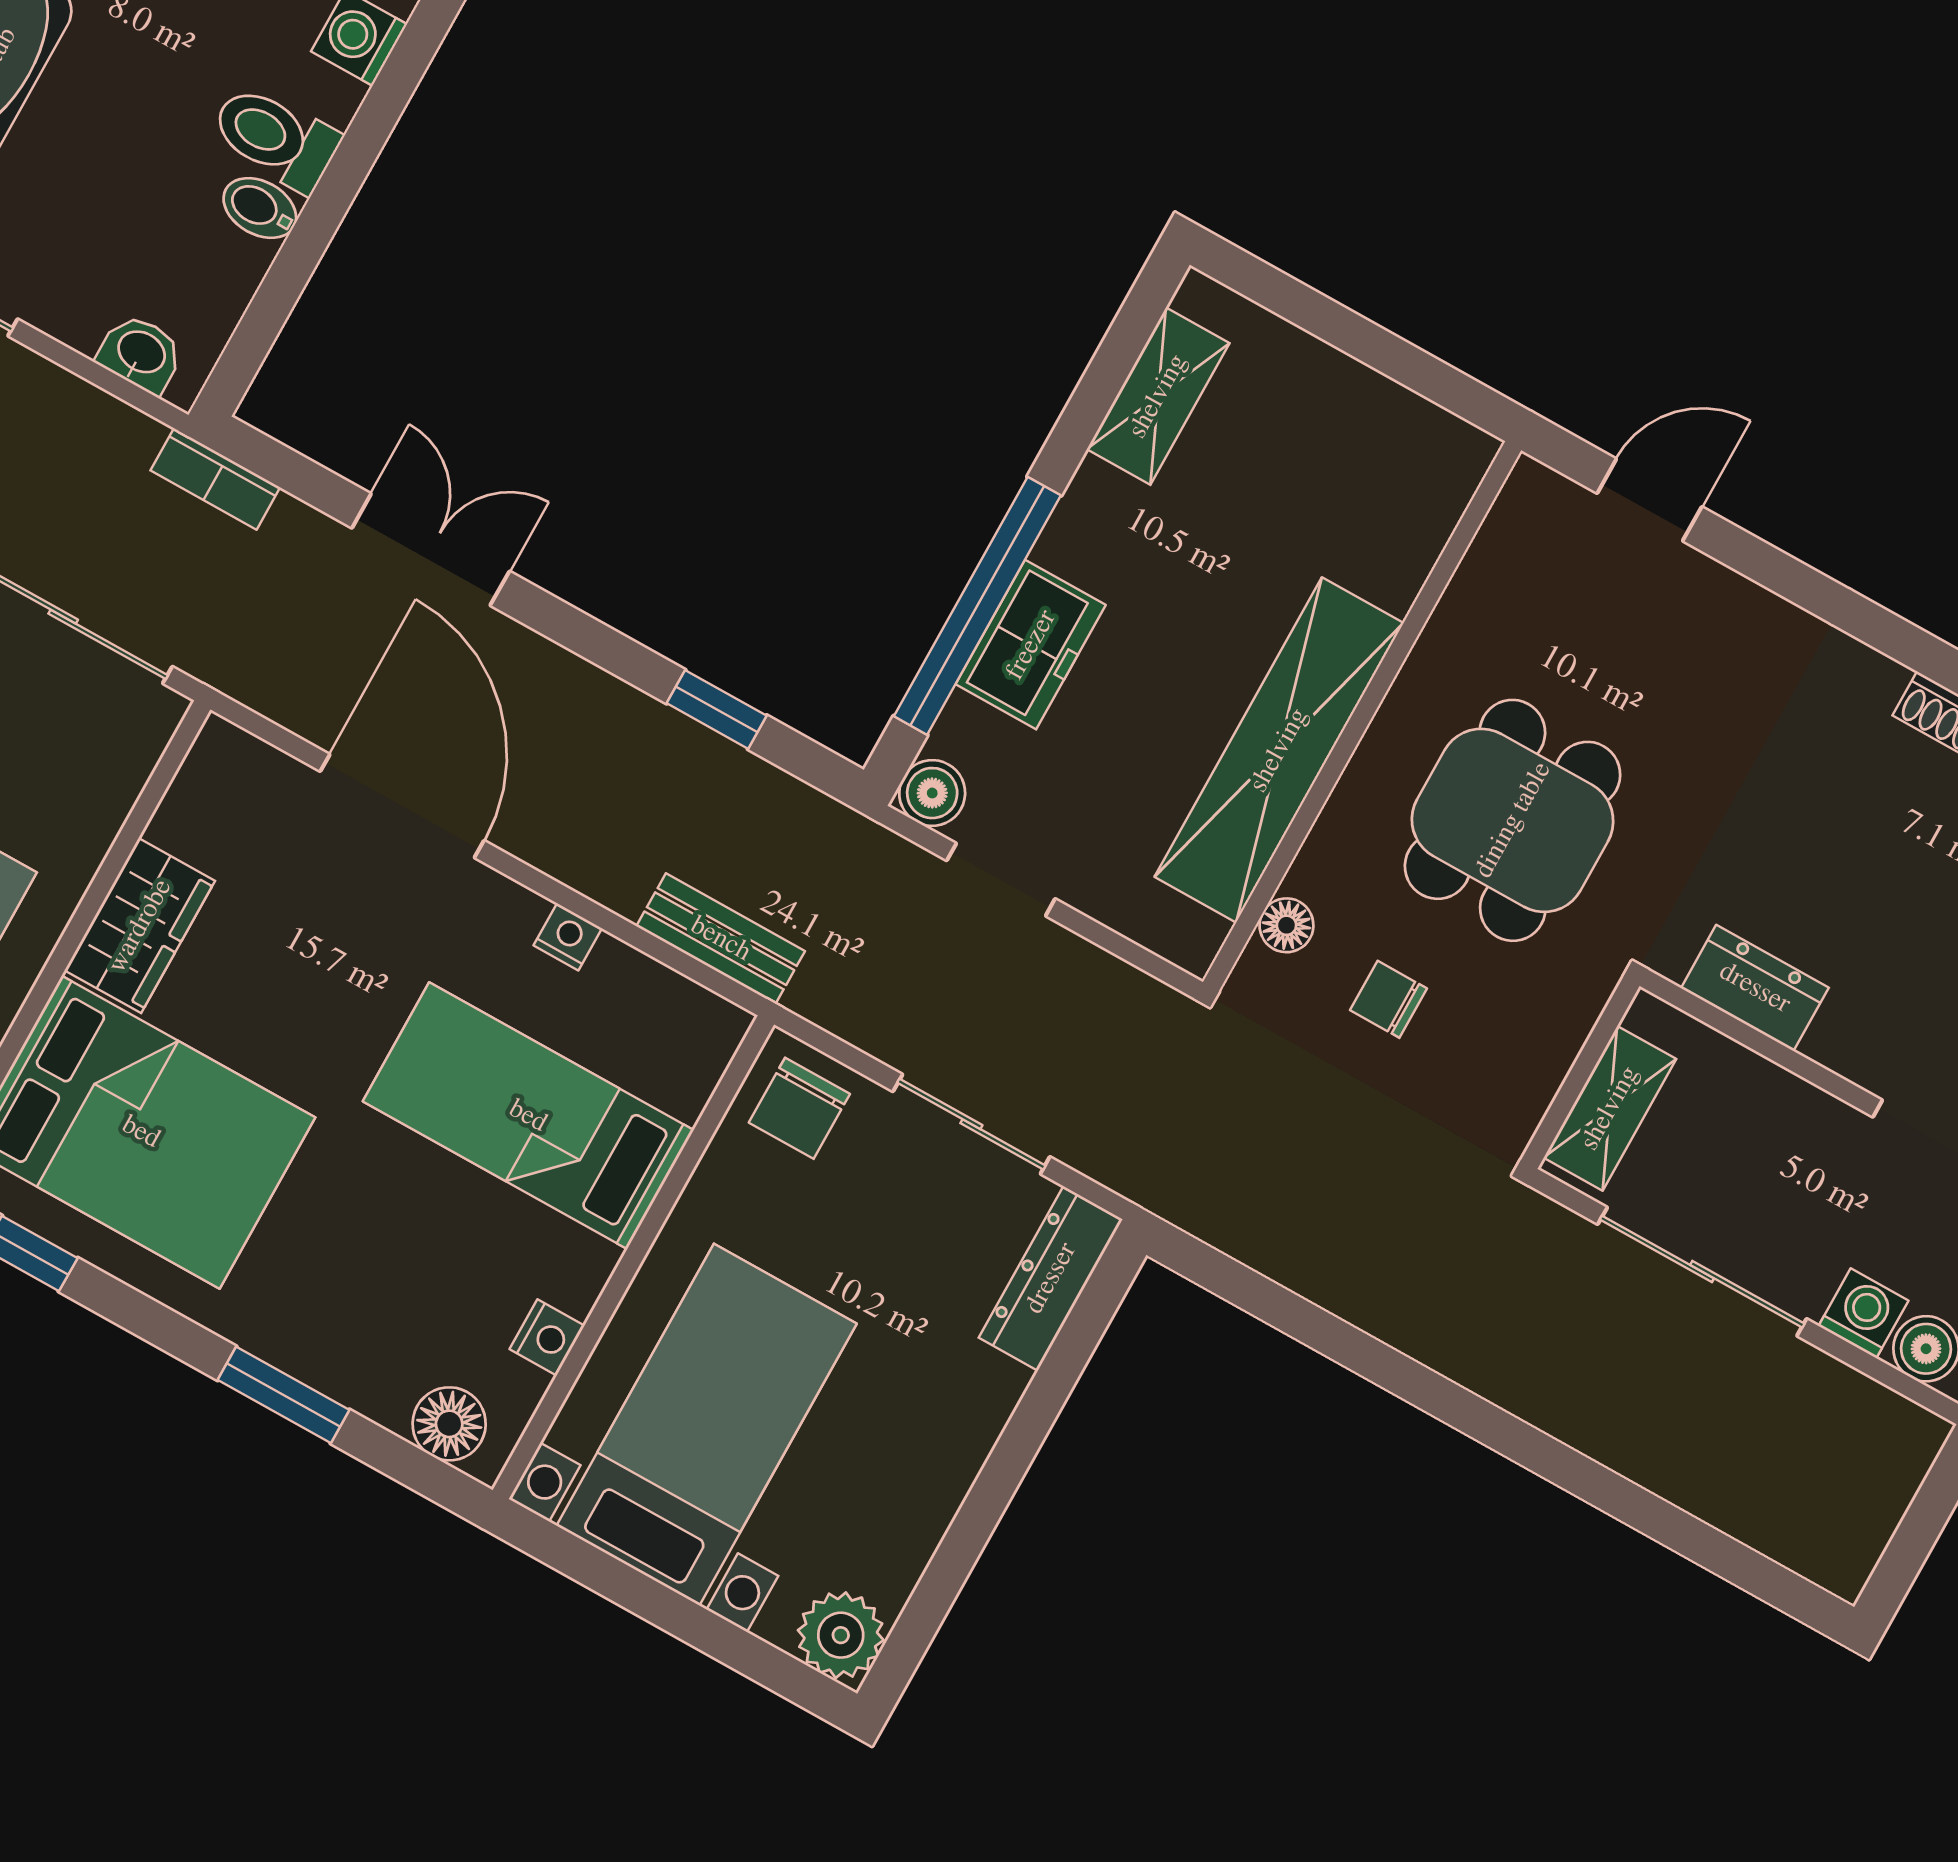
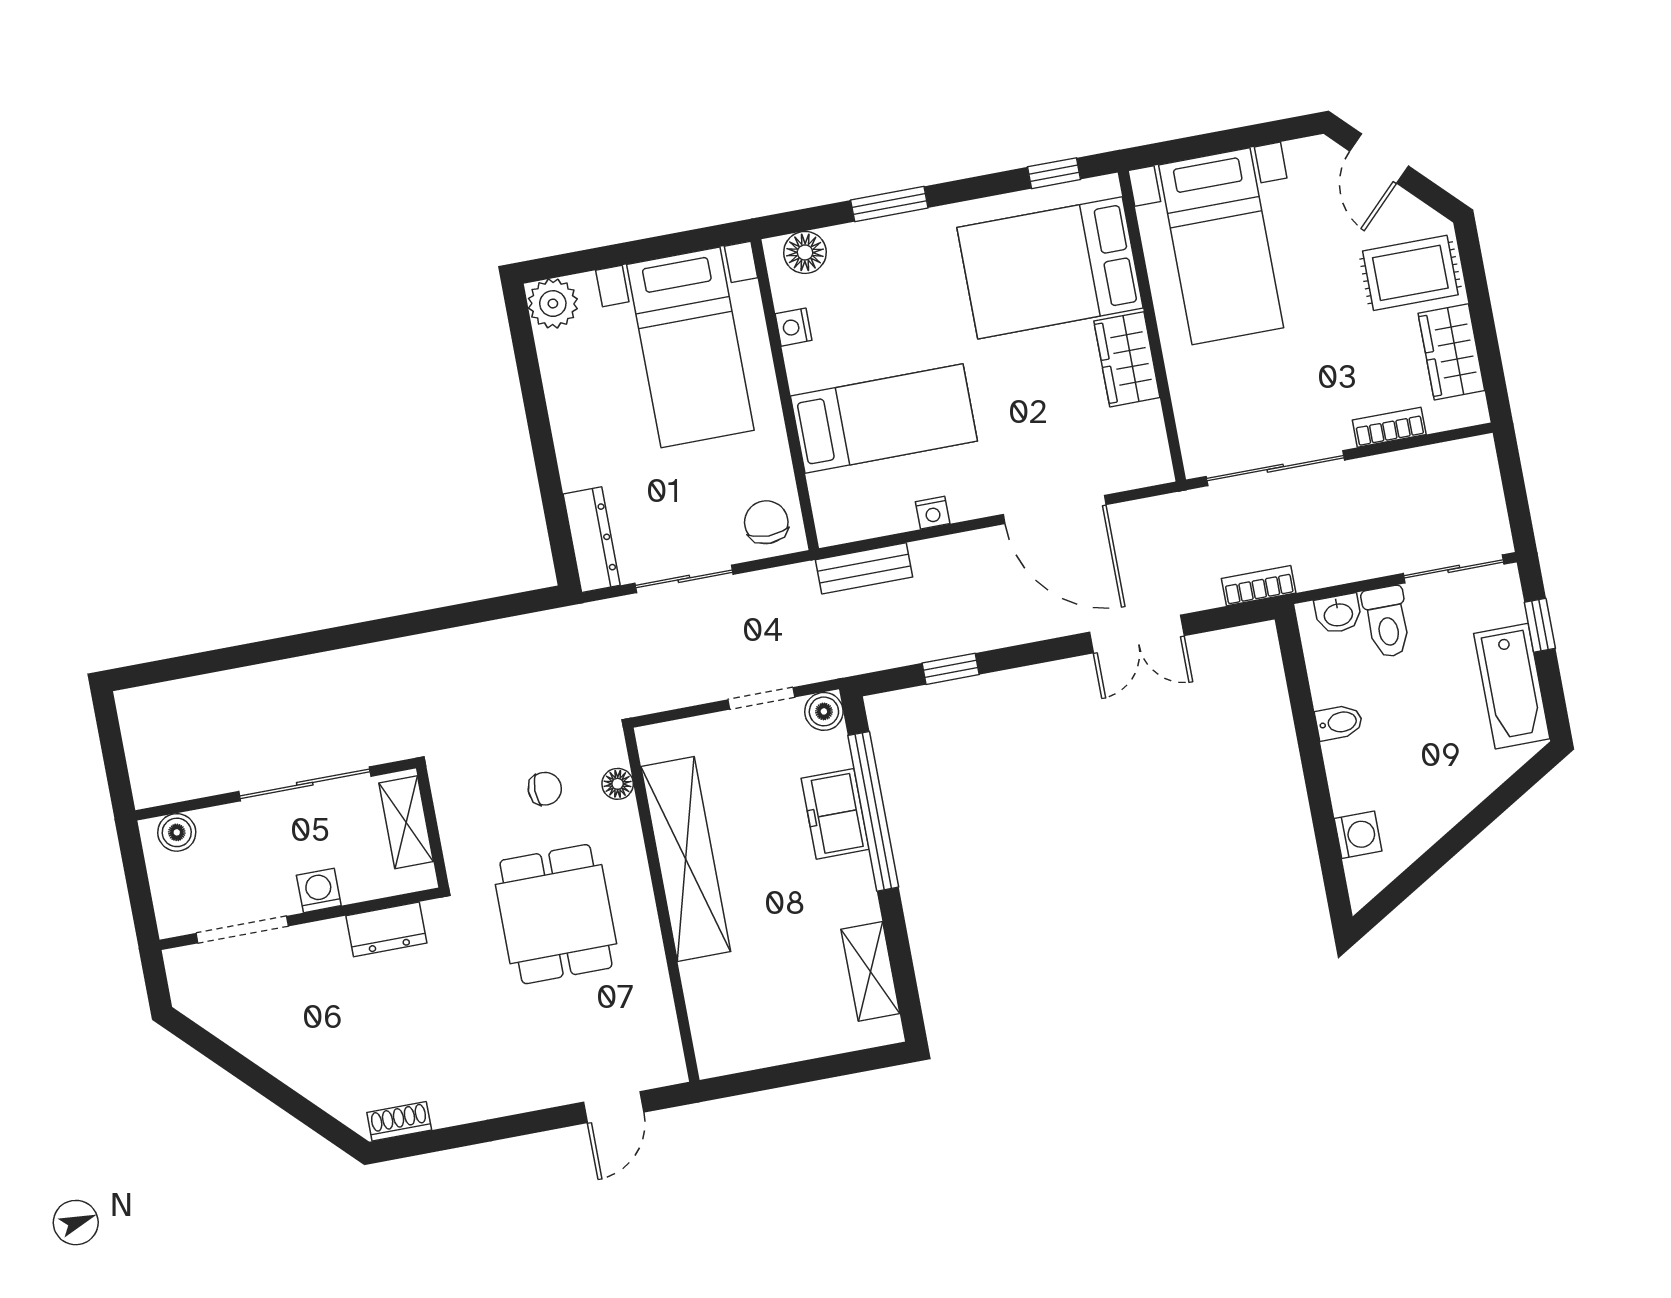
toilet: (275, 138) -> (1387, 622), moved, turned 90
washing machine: (1863, 1313) -> (319, 890), moved, turned 180

